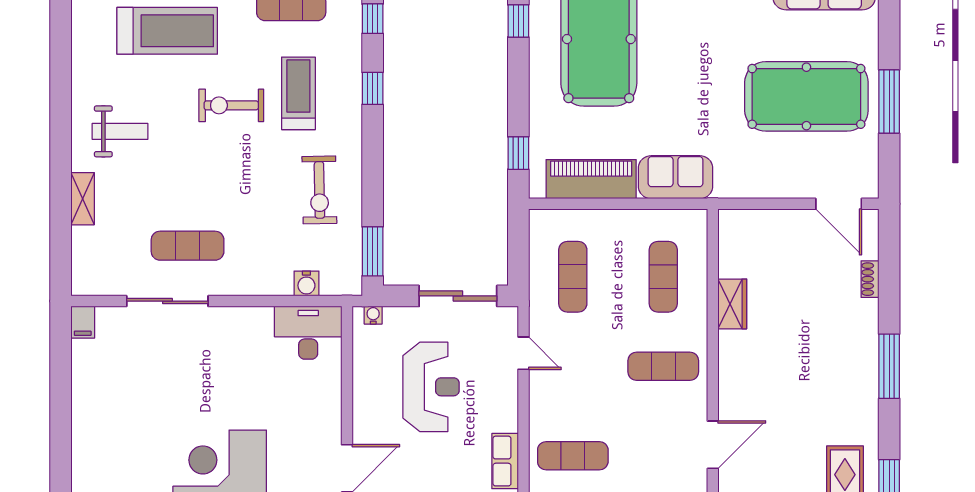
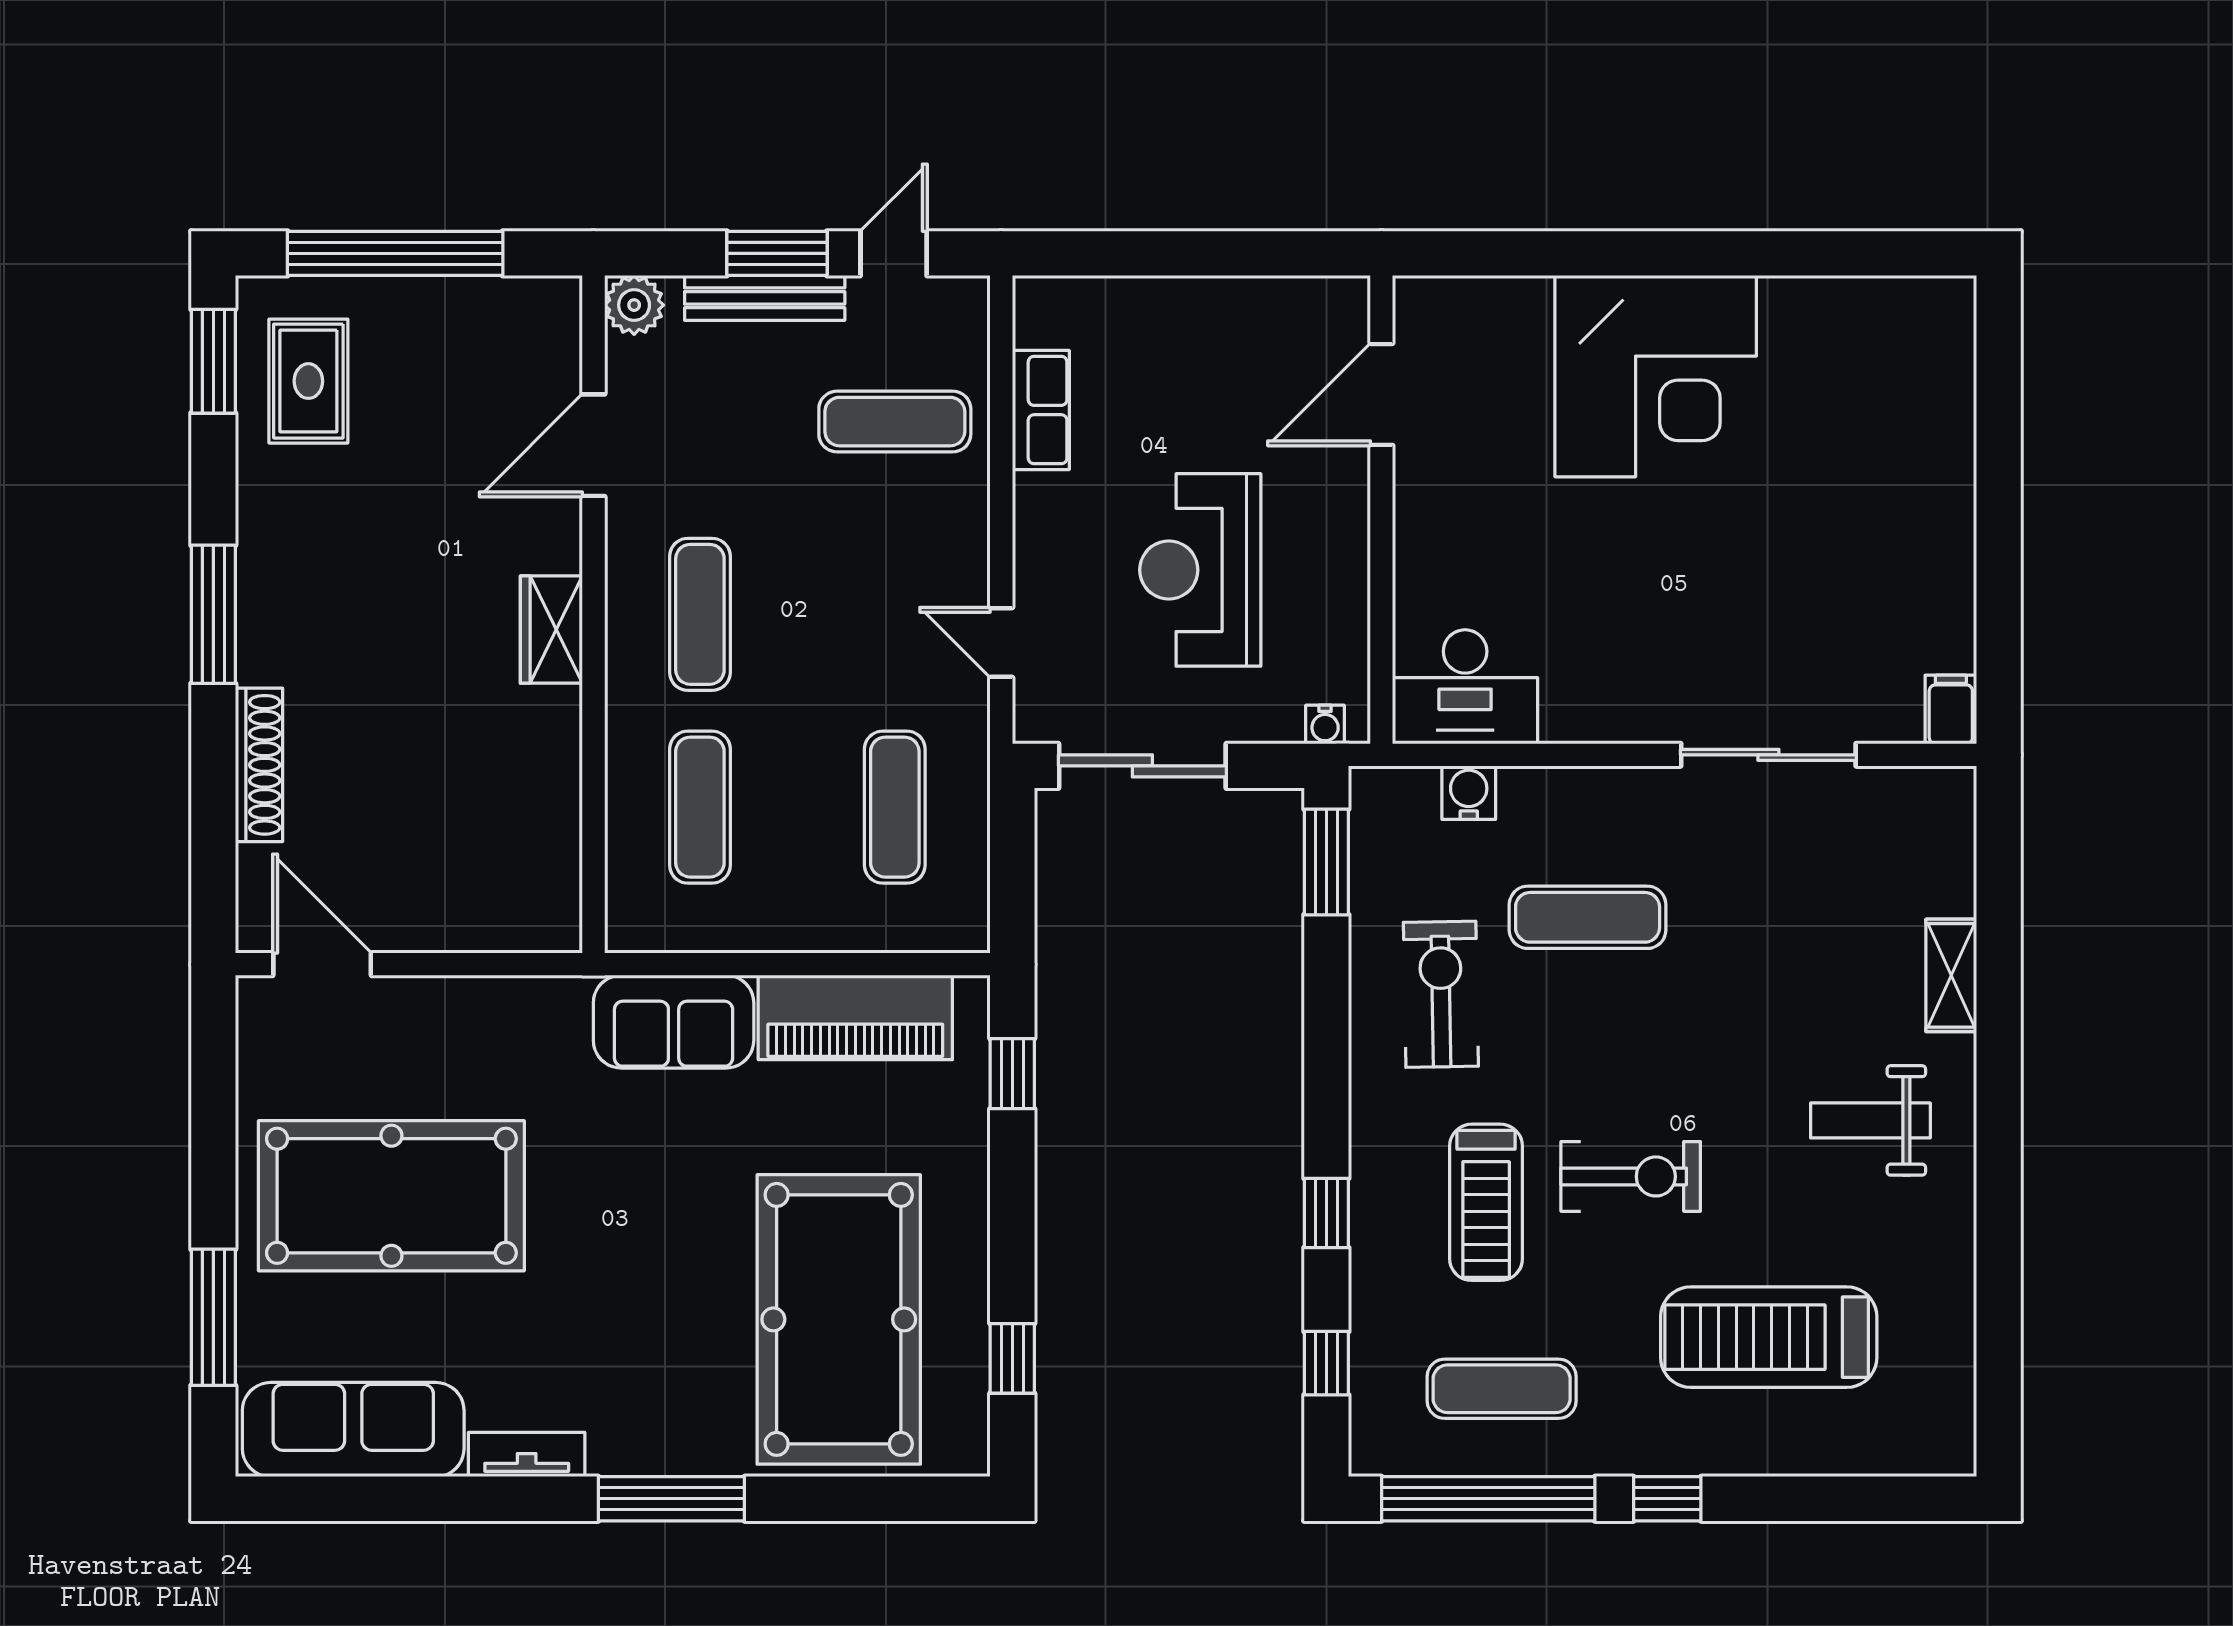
window: (889, 102) -> (213, 1317), moved
exercise mat: (188, 246) -> (1588, 917), moved
shoe rack: (870, 279) -> (259, 765), width x1.94, depth x1.24
wardrobe: (732, 304) -> (551, 630), moved
exercise mat: (663, 366) -> (700, 614), turned 90

